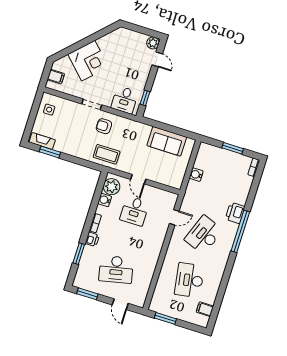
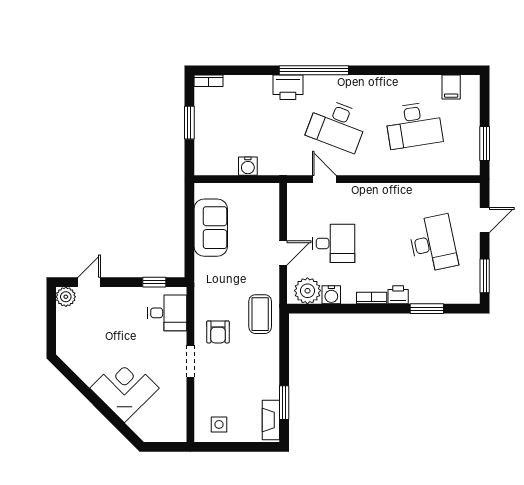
filing cabinet: (56, 77) -> (165, 430), removed

